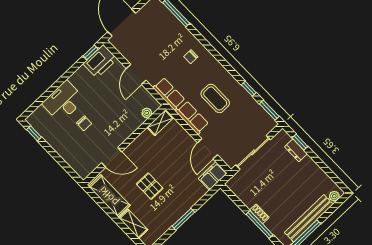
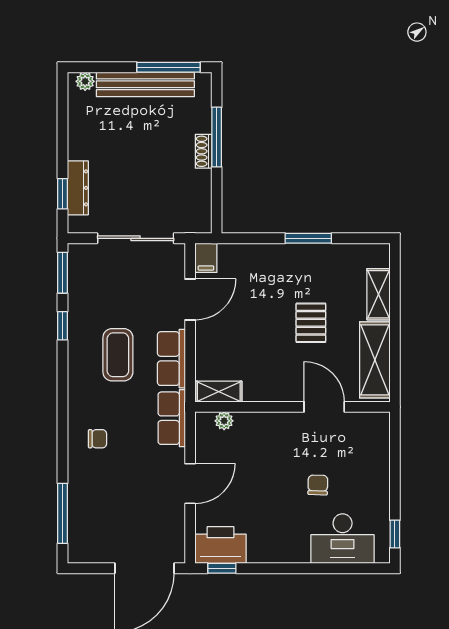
desk: (63, 101) -> (343, 539), moved
dresser: (296, 150) -> (78, 188), width x1.44
filing cabinet: (213, 176) -> (206, 258), width x0.50

